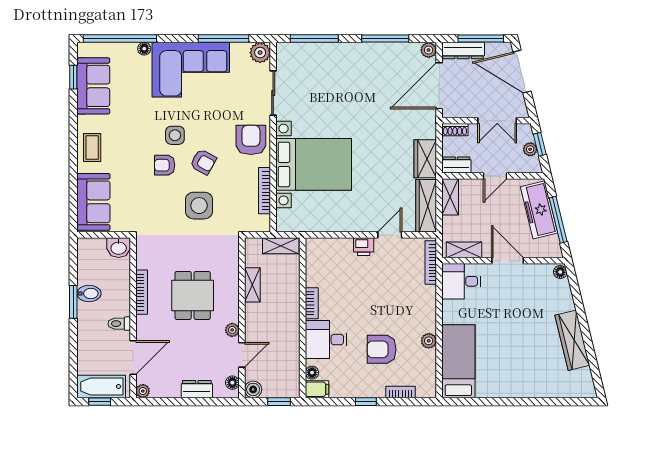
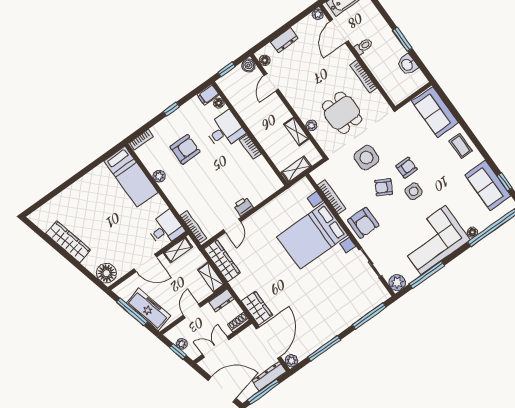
wardrobe: (425, 159) -> (257, 308), moved
washbasin: (119, 248) -> (407, 65), moved, turned -90
floor lamp: (560, 272) -> (106, 273), width x1.89, depth x1.89
bidet: (89, 294) -> (396, 52), removed
dining table: (193, 295) -> (342, 113), moved
plant: (232, 330) -> (311, 125), moved
bookcase: (400, 392) -> (141, 140), moved

